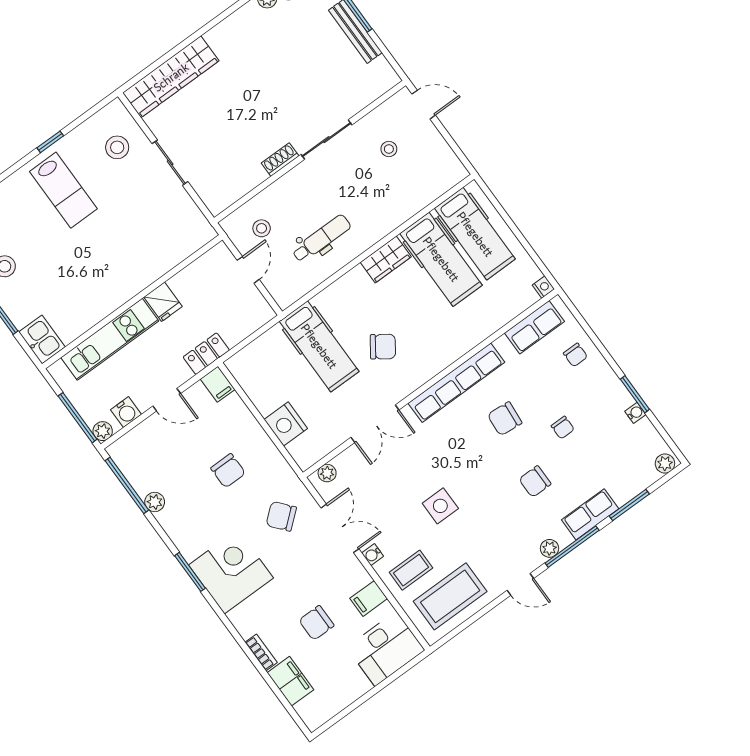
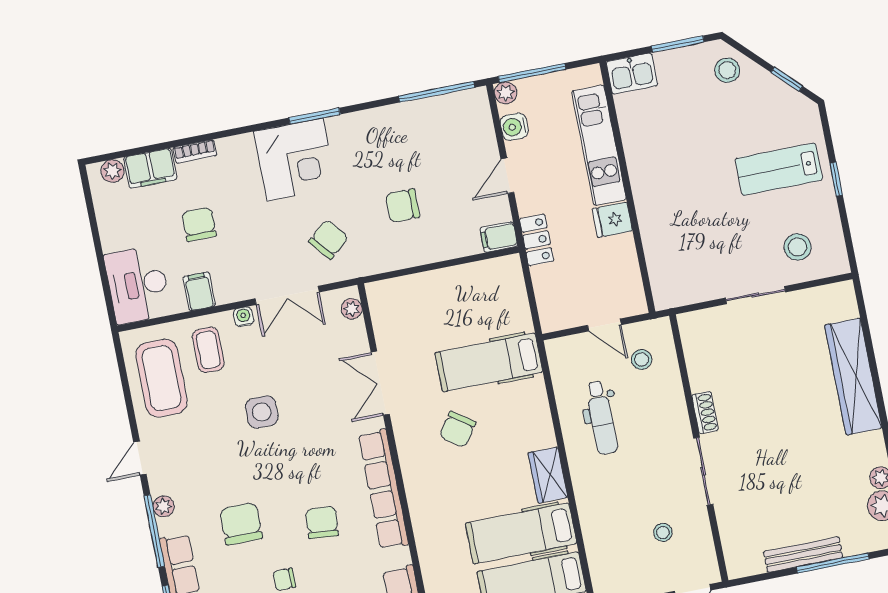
wardrobe: (171, 77) -> (853, 377), moved
nightstand: (286, 424) -> (424, 289), removed
chair: (535, 482) -> (241, 524), width x1.37, depth x1.37
plant: (155, 502) -> (112, 171), moved

